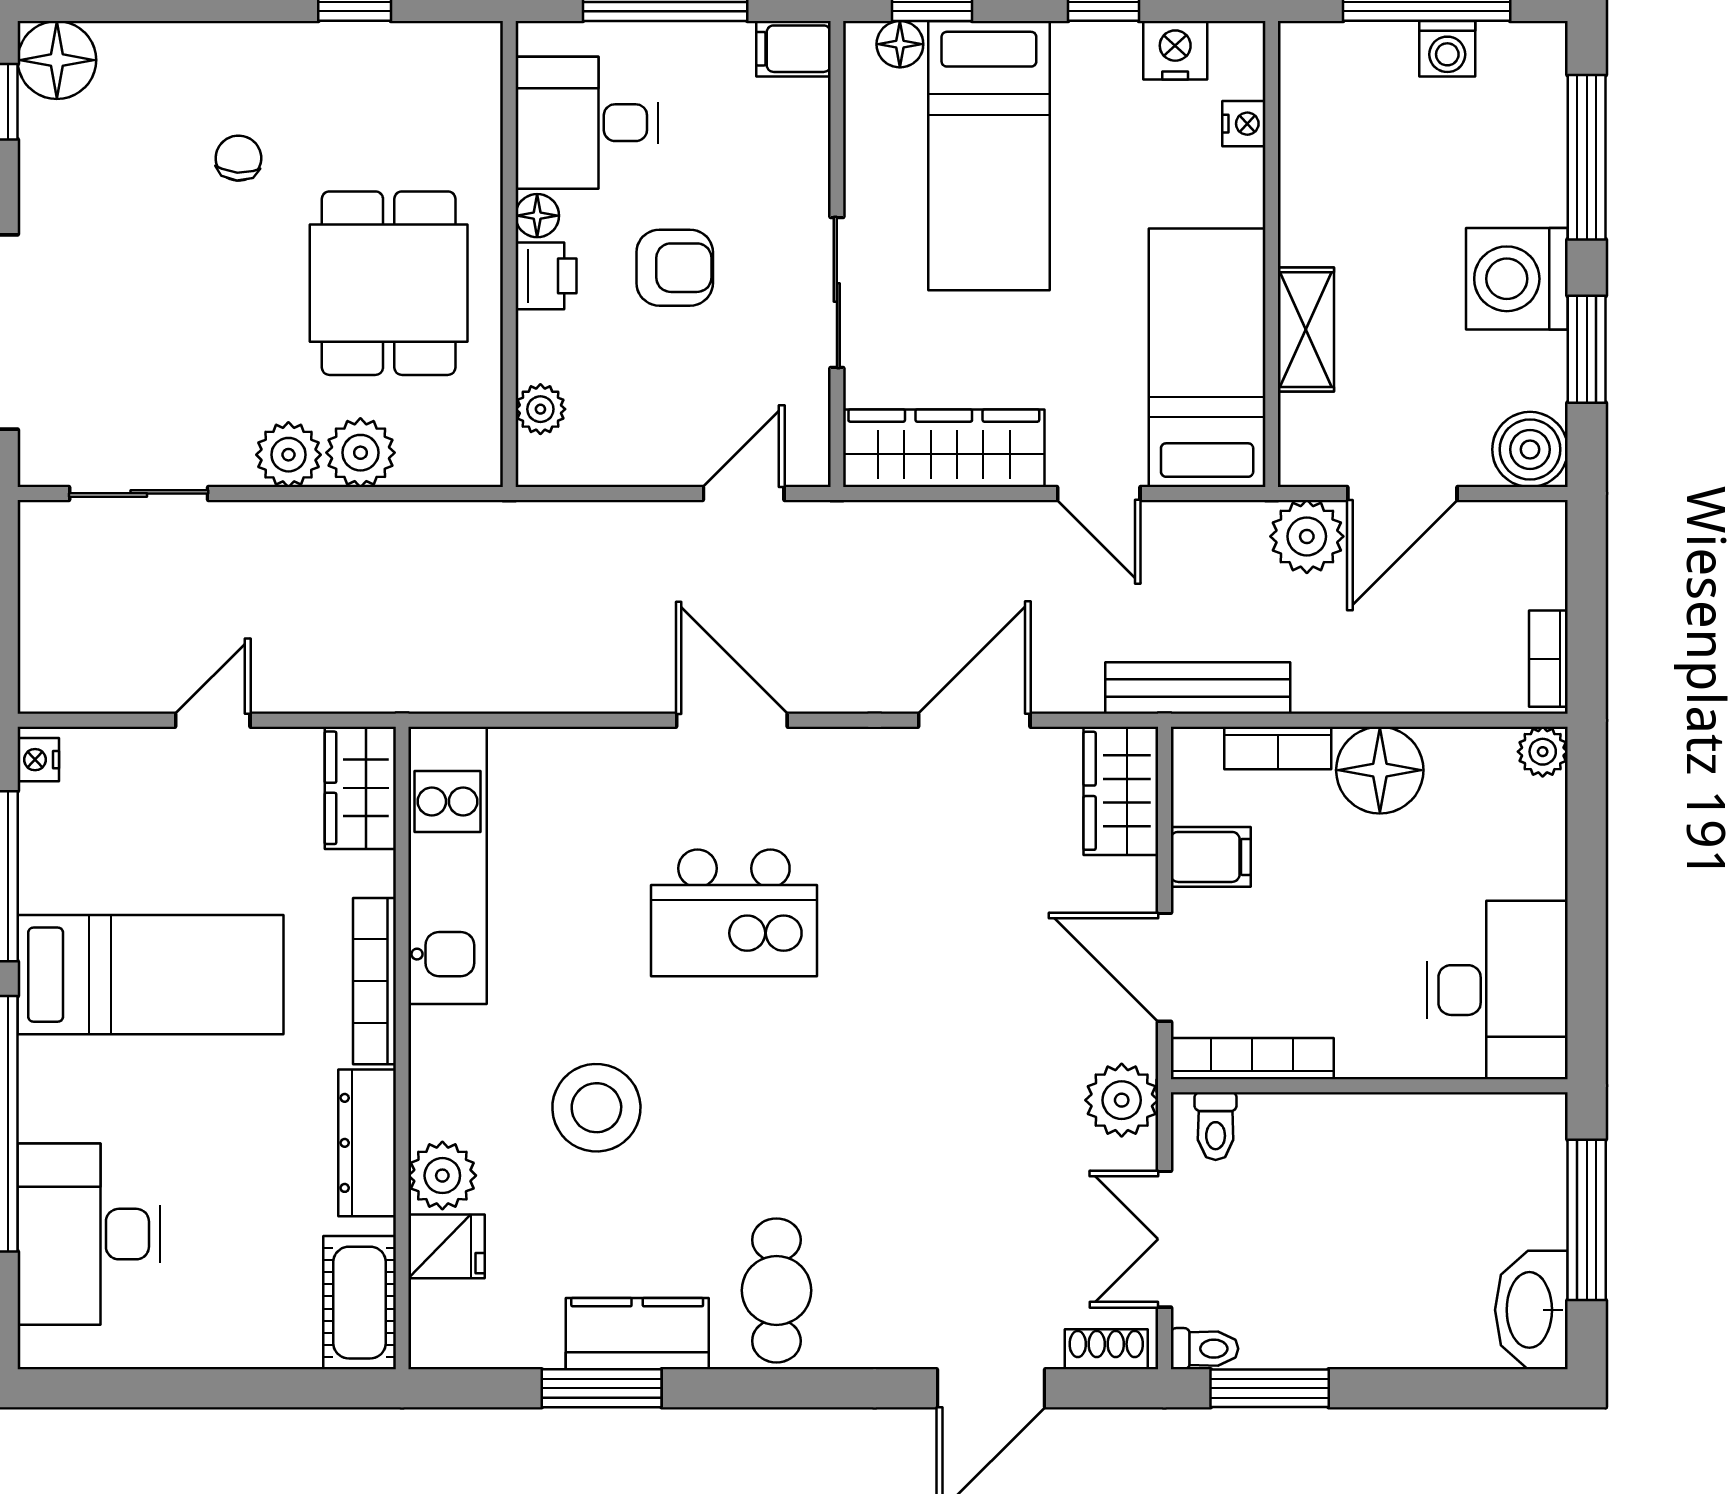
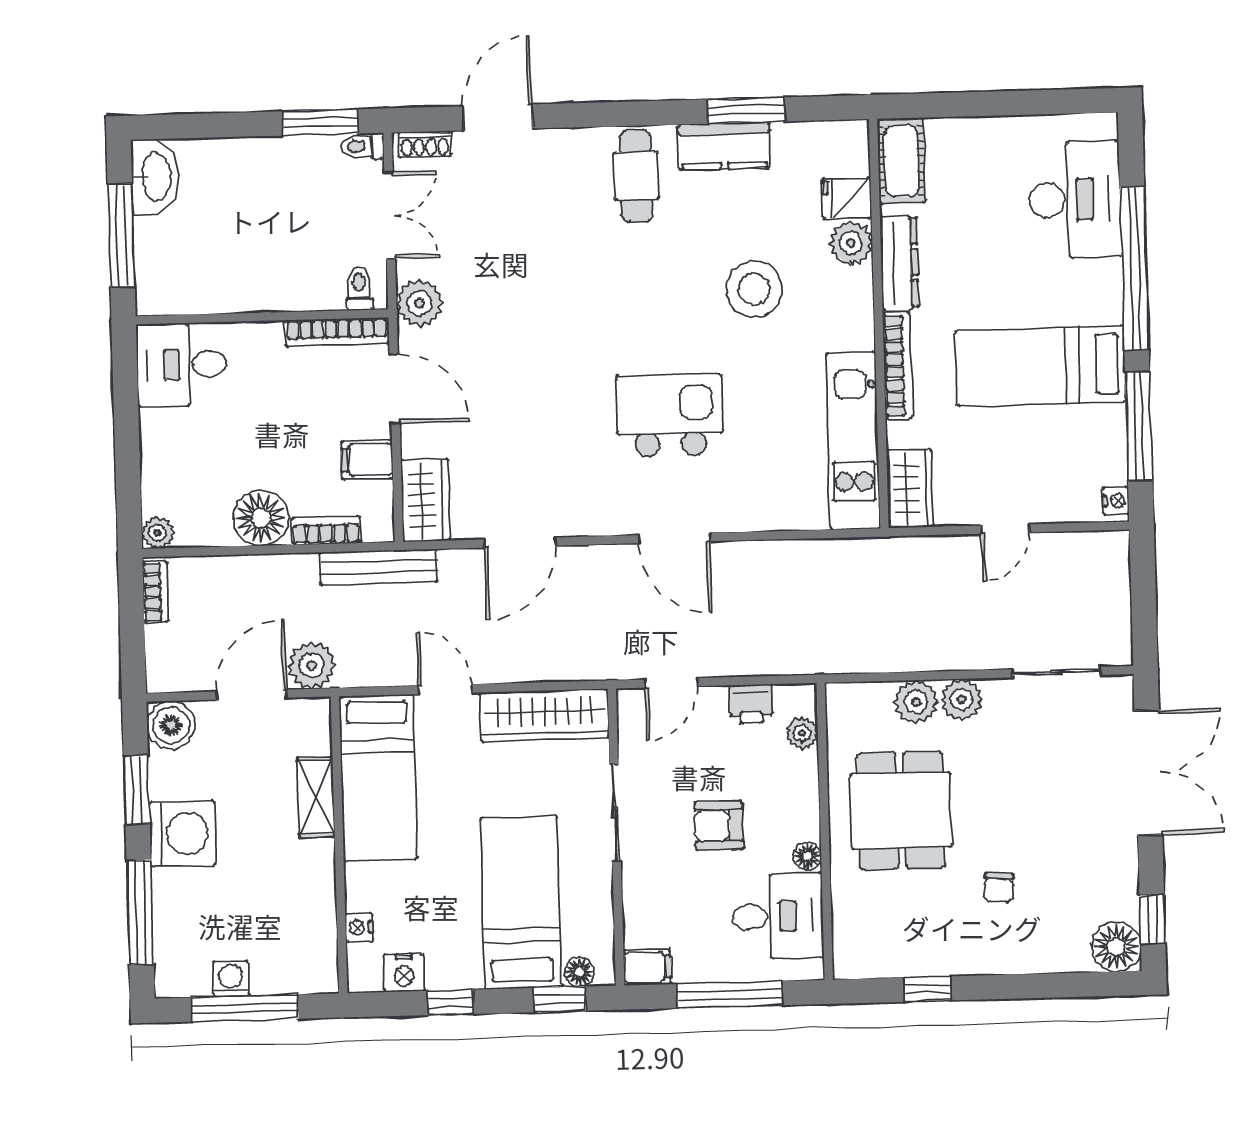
printer: (546, 276) -> (751, 704), moved, turned -90
desk: (1497, 990) -> (182, 365), width x0.73

